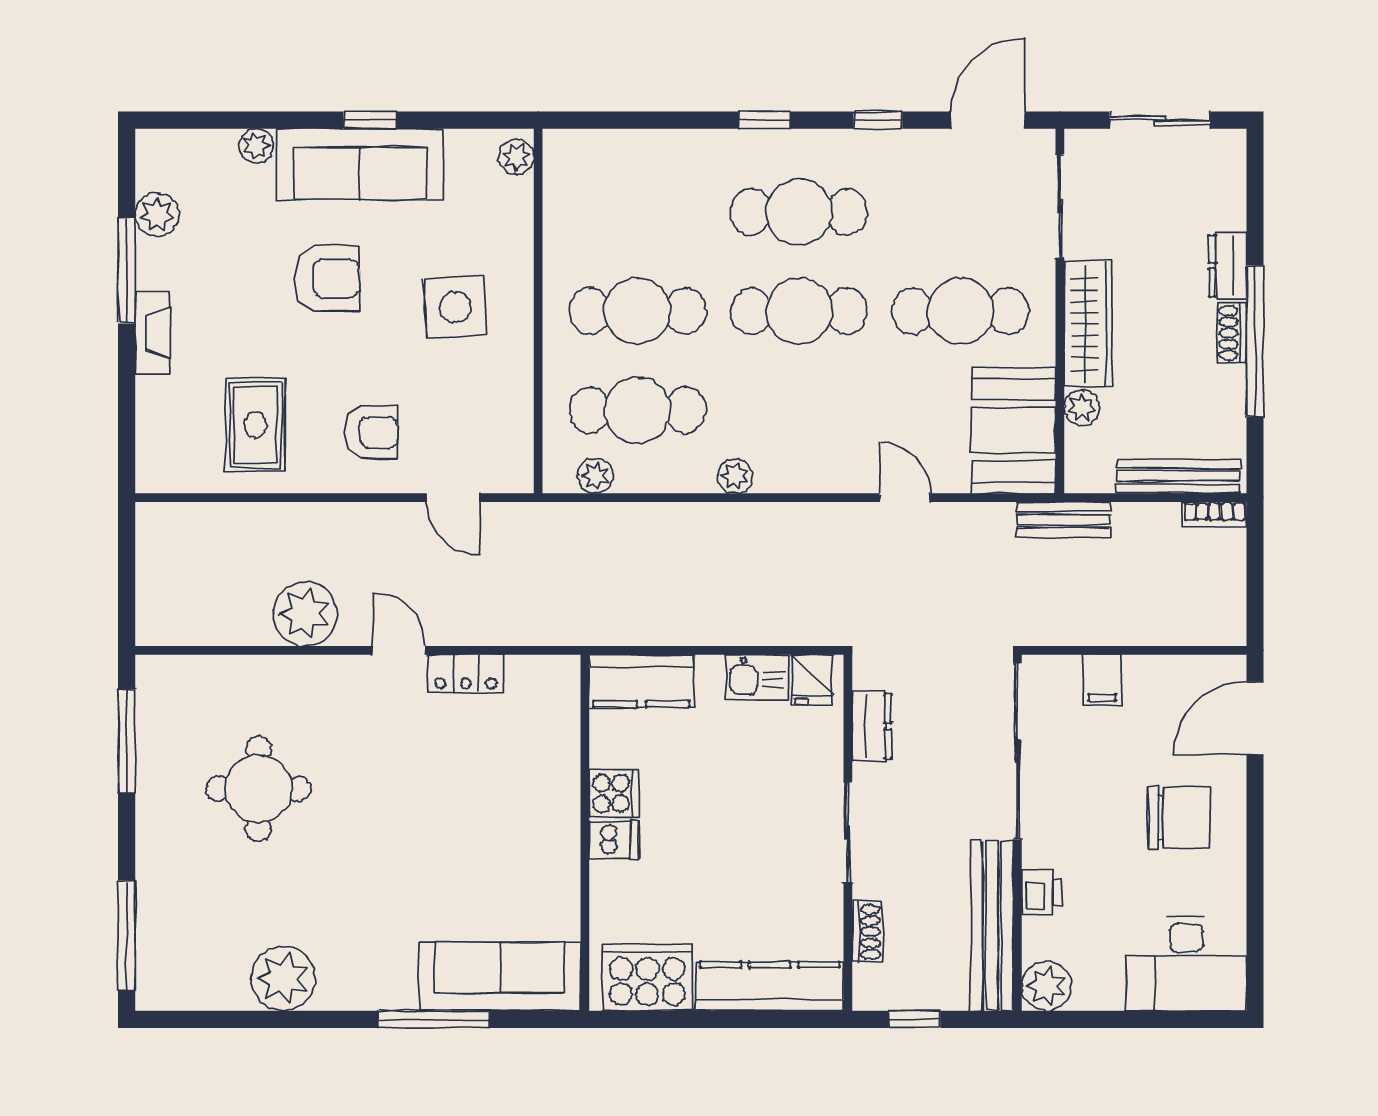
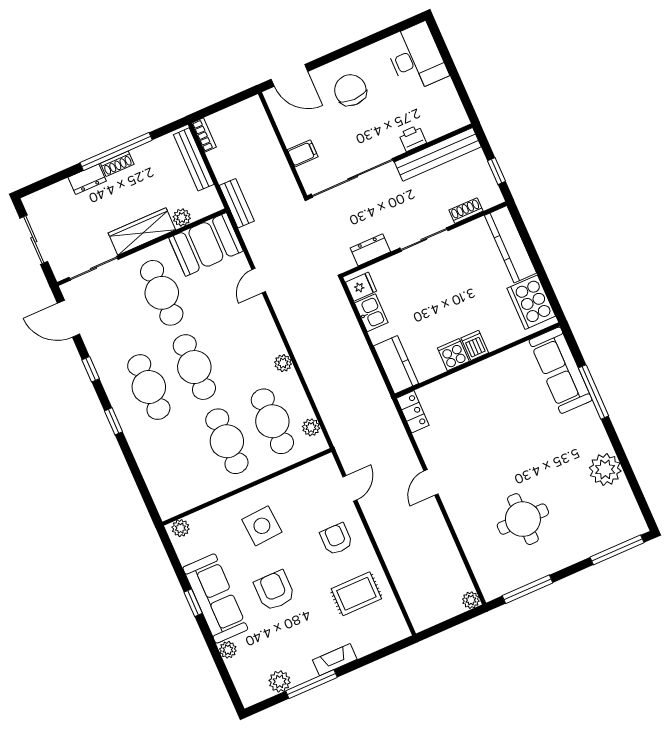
plant: (305, 614) -> (471, 600), moved, width x0.53, depth x0.53
locker: (466, 674) -> (413, 412), moved
plant: (1046, 986) -> (455, 117), removed

